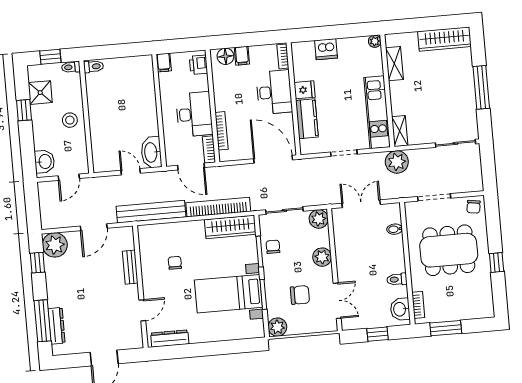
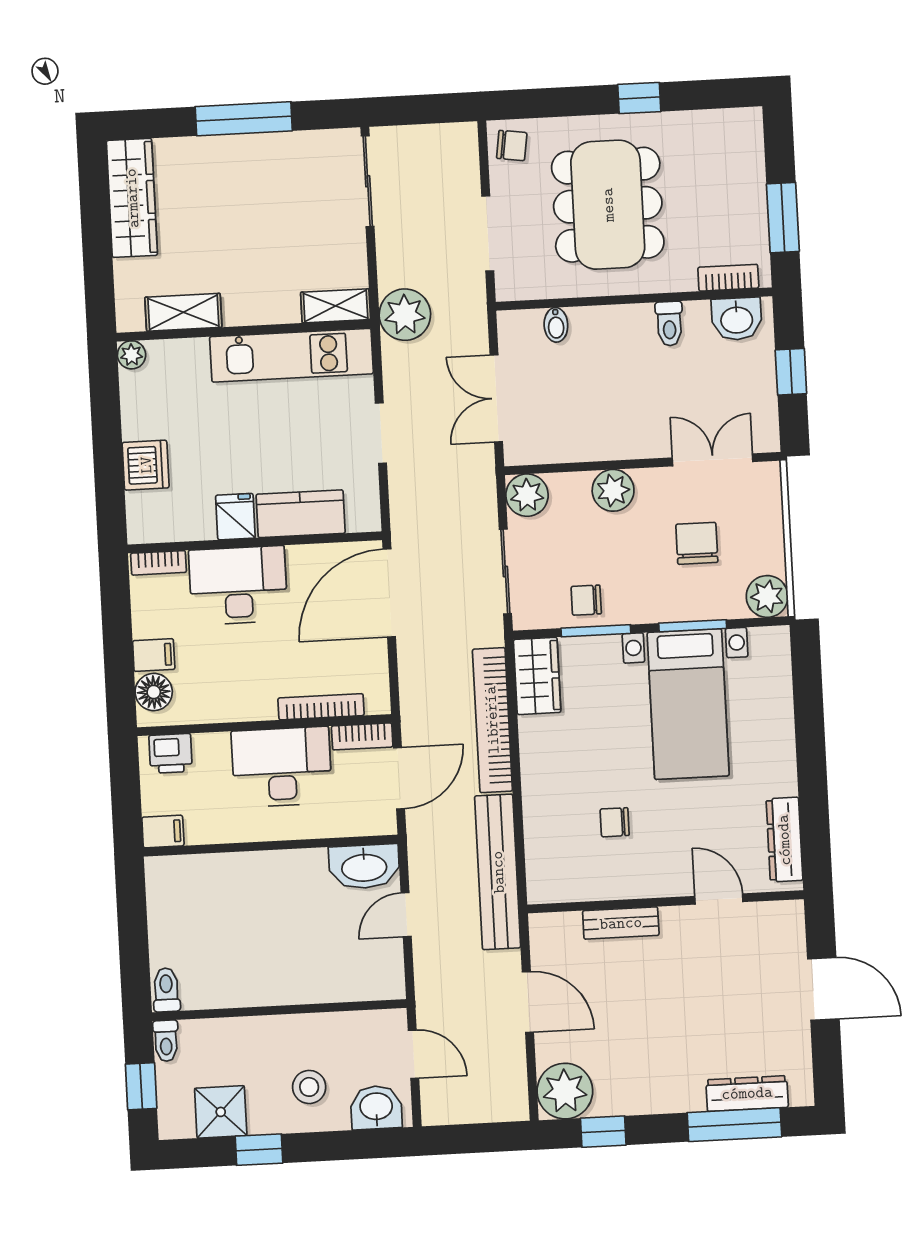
stool: (70, 120) -> (309, 1087), moved
wardrobe: (230, 227) -> (537, 676), width x0.67

